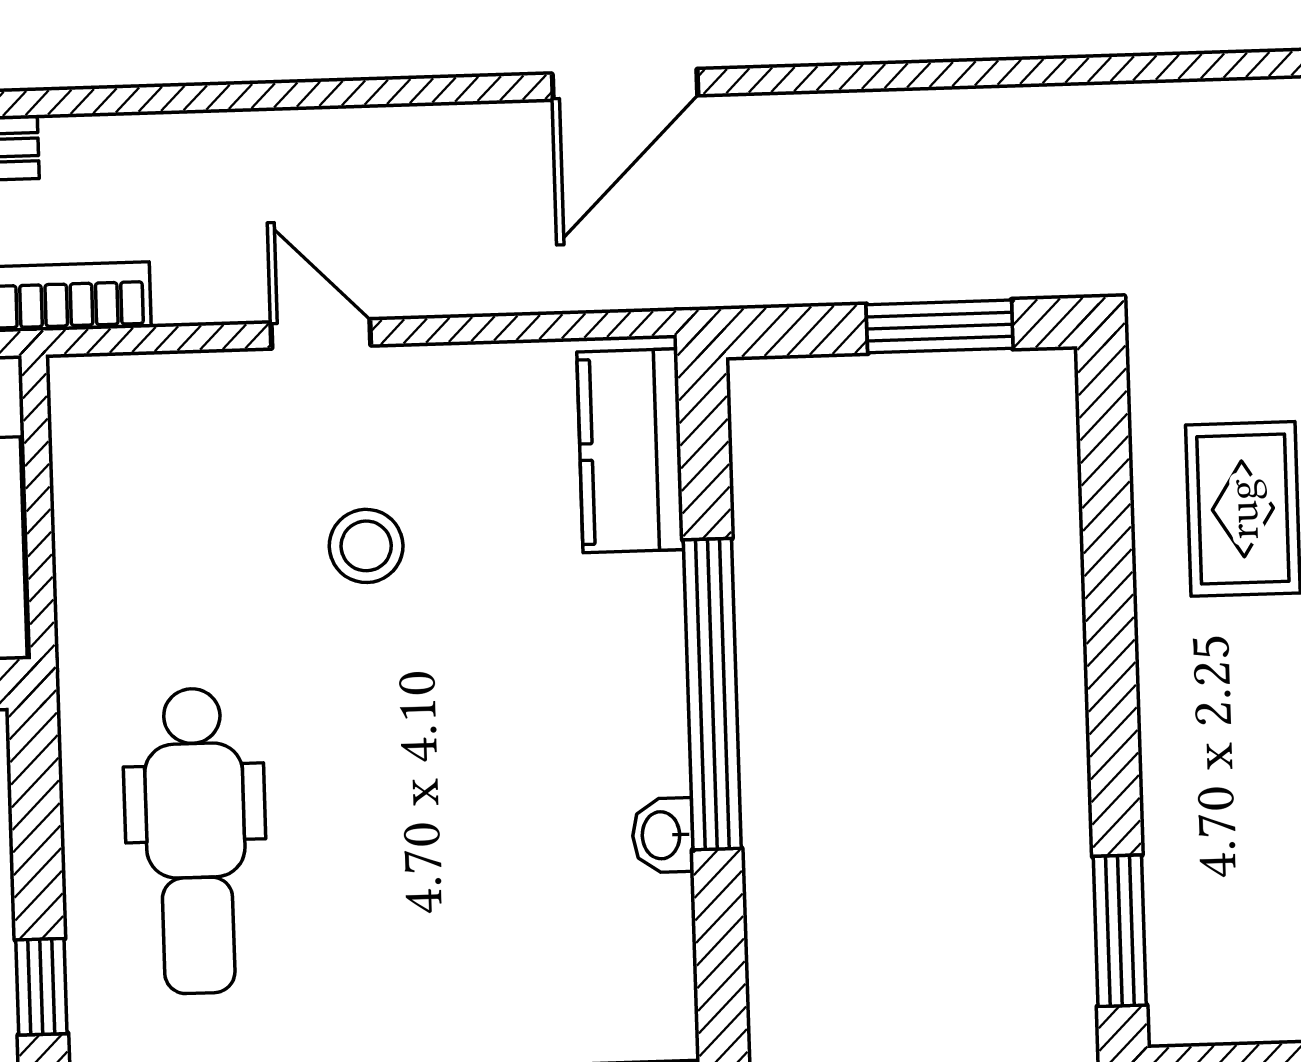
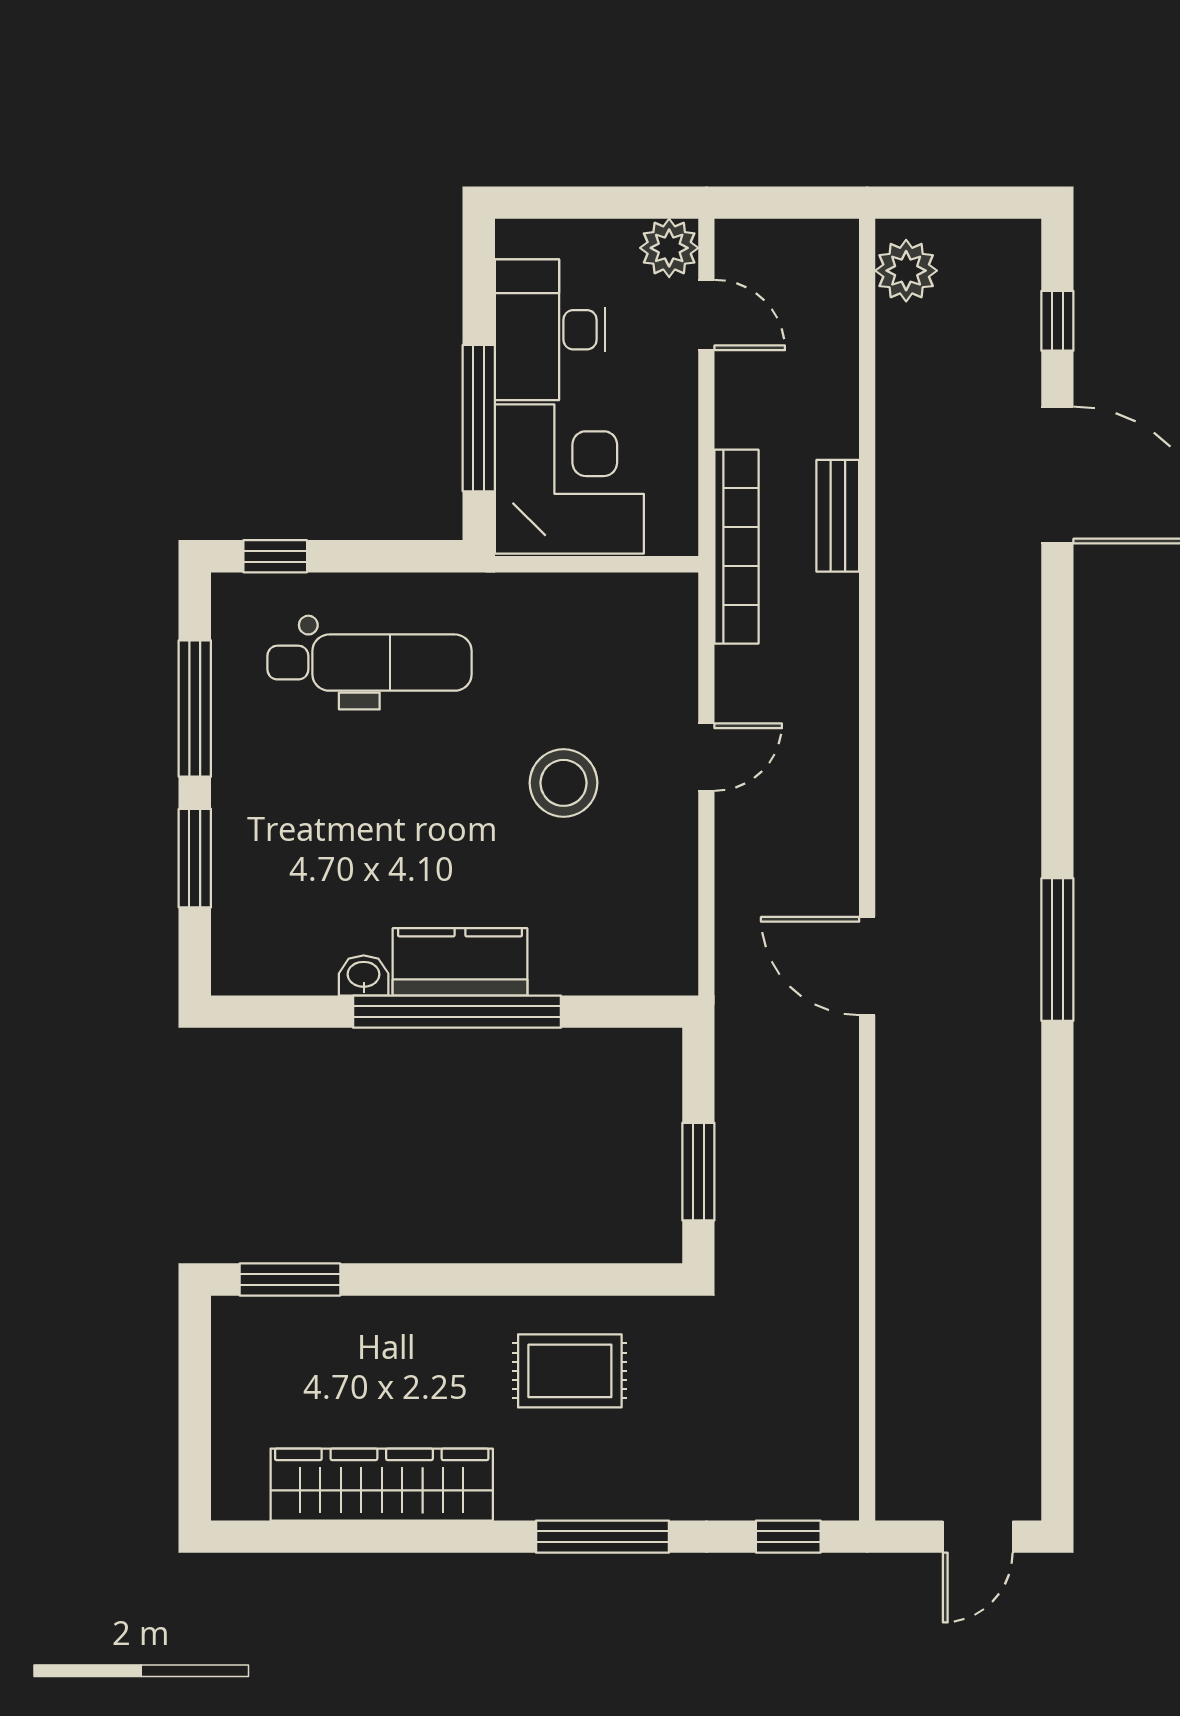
kitchen counter: (630, 451) -> (460, 962), moved
stool: (366, 546) -> (564, 783), width x1.38, depth x1.38
dental chair: (196, 841) -> (370, 663), turned 180

